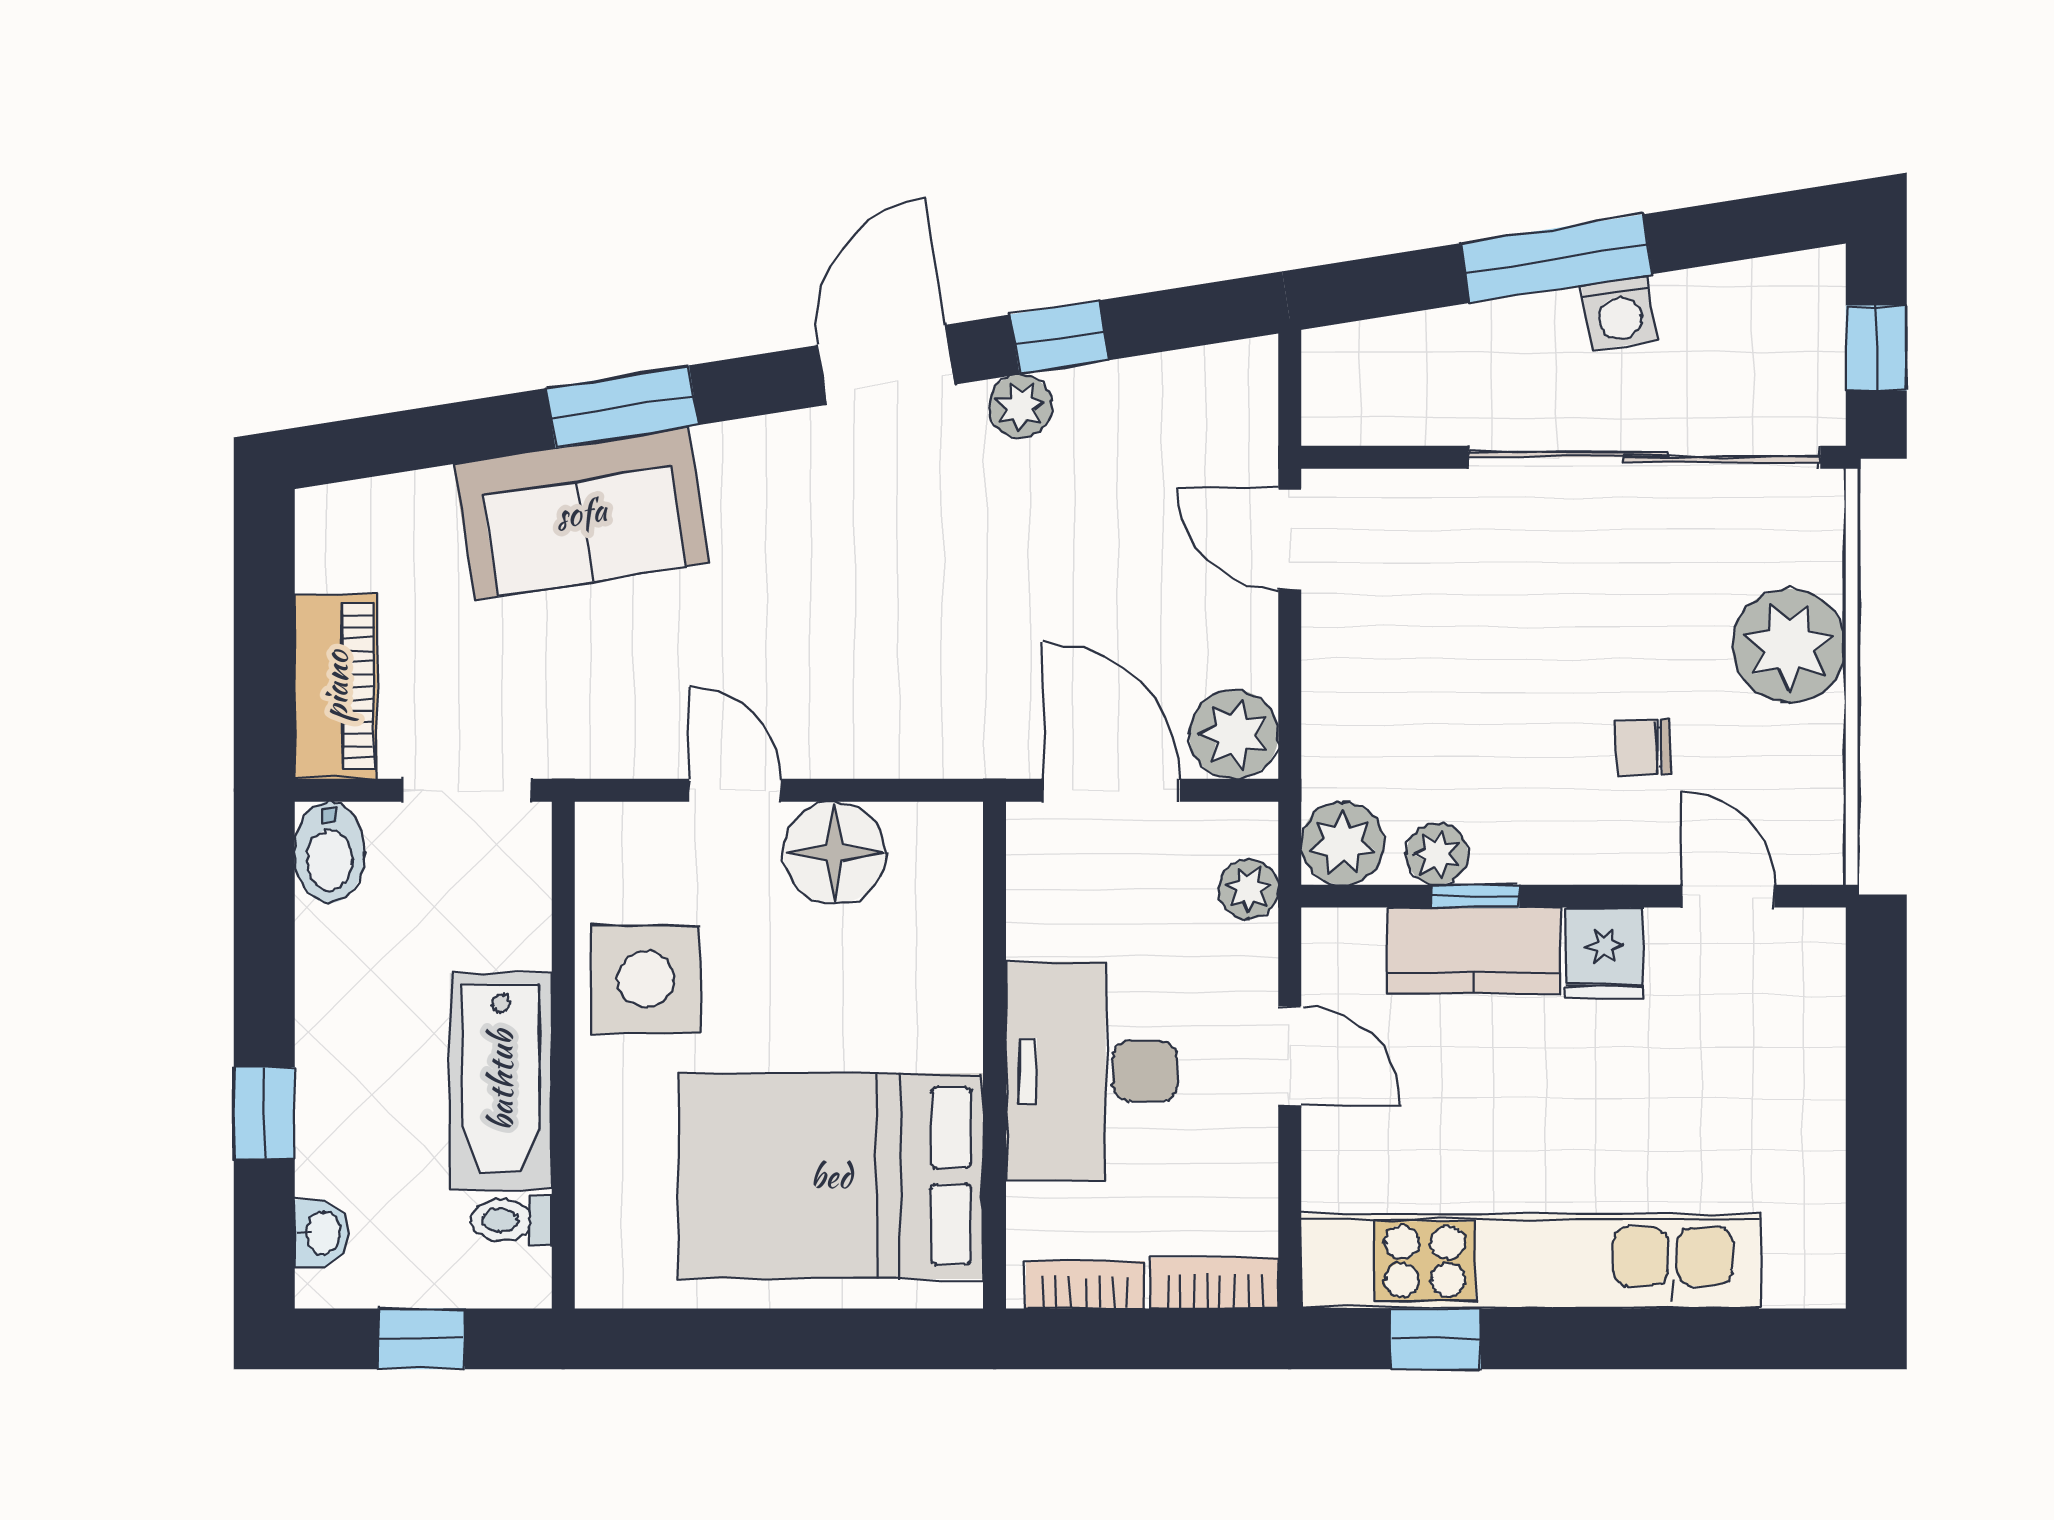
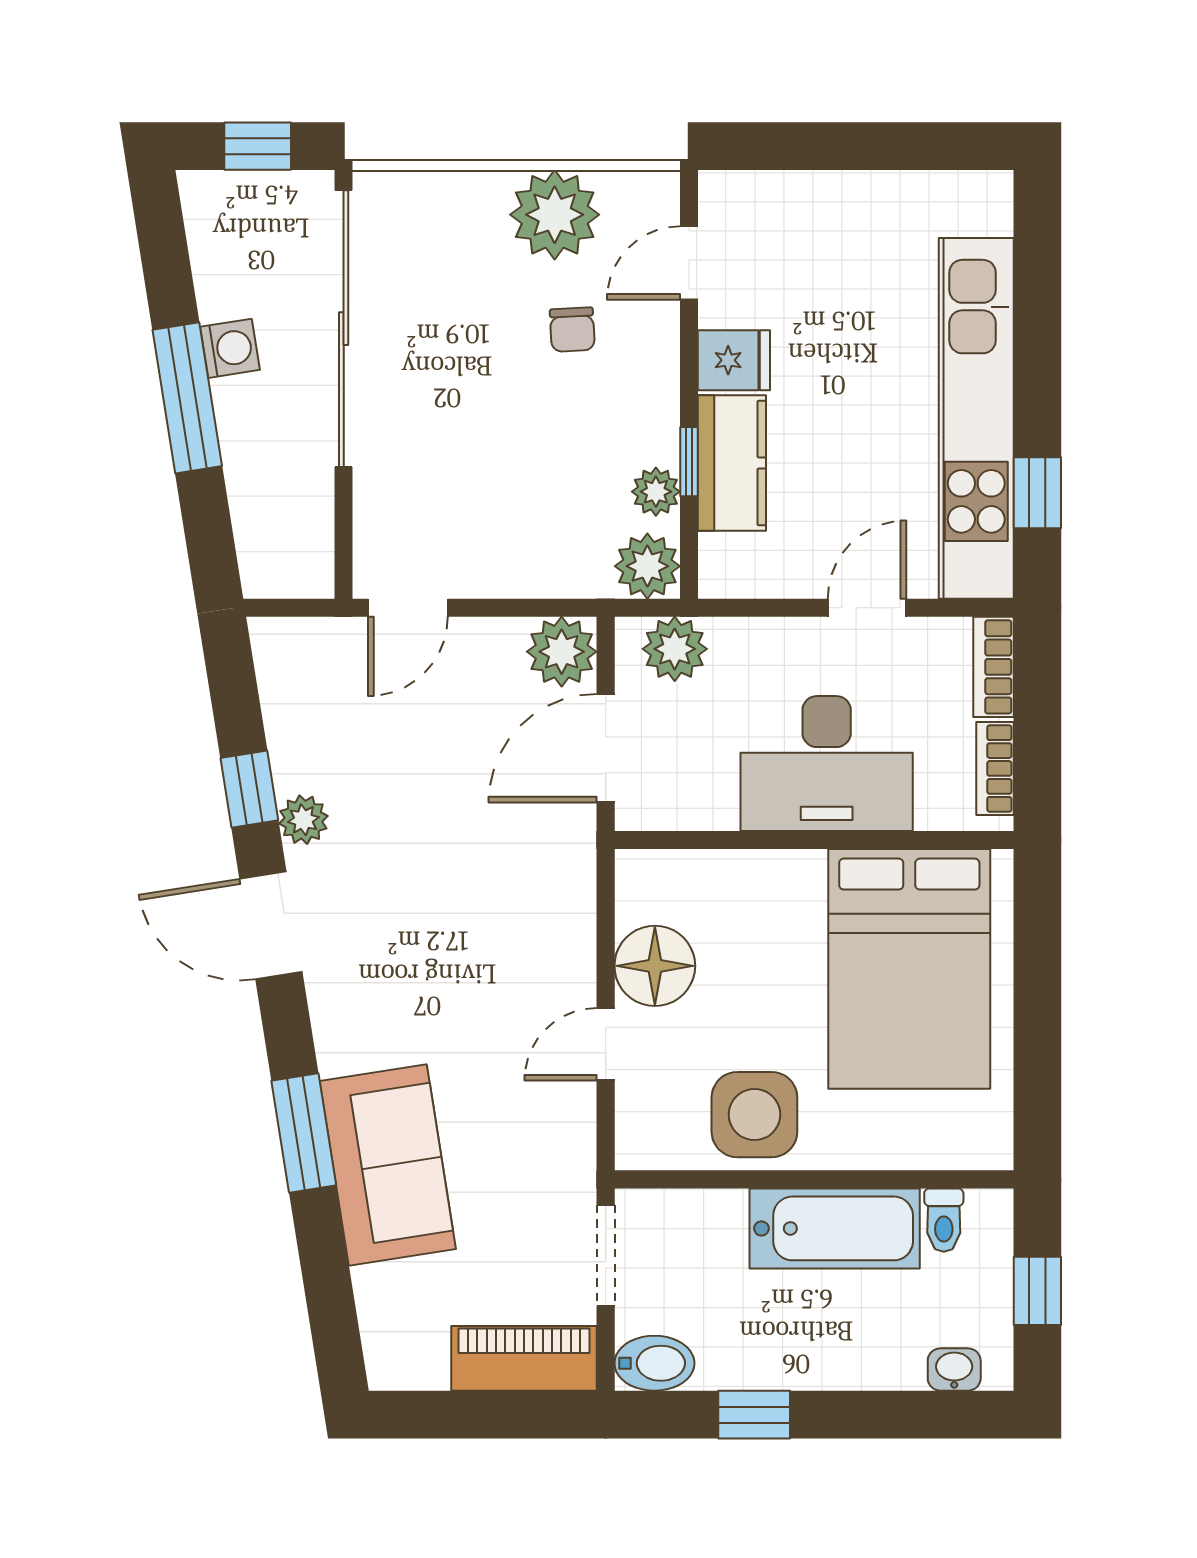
plant: (1789, 646) -> (555, 215), moved
plant: (1249, 889) -> (675, 649), width x1.38, depth x1.38
door: (1290, 1056) -> (867, 608), moved
window: (264, 1113) -> (754, 1415), moved

